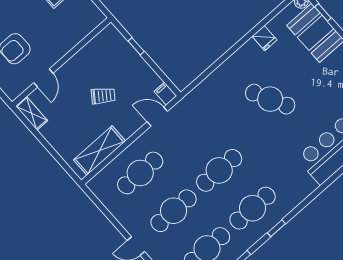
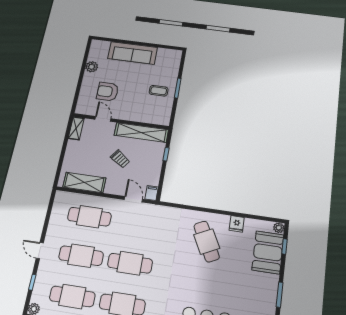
shelving: (91, 51) -> (141, 132), added
door: (43, 78) -> (103, 119), swing flipped
cafe table: (270, 99) -> (207, 242), moved

